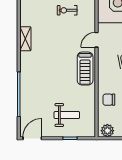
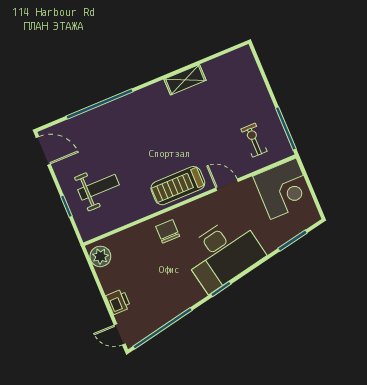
exercise bike: (67, 10) -> (254, 140), moved
chair: (109, 100) -> (168, 231), moved
weight bench: (67, 115) -> (99, 187), turned -90

